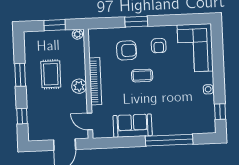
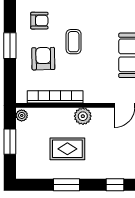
bookcase: (95, 81) -> (55, 97), moved

